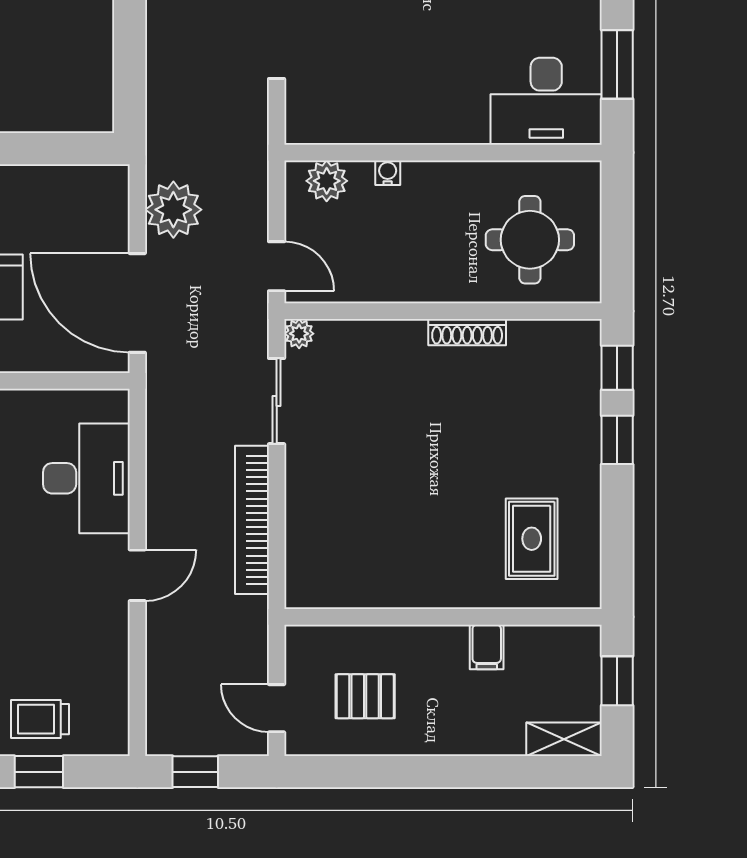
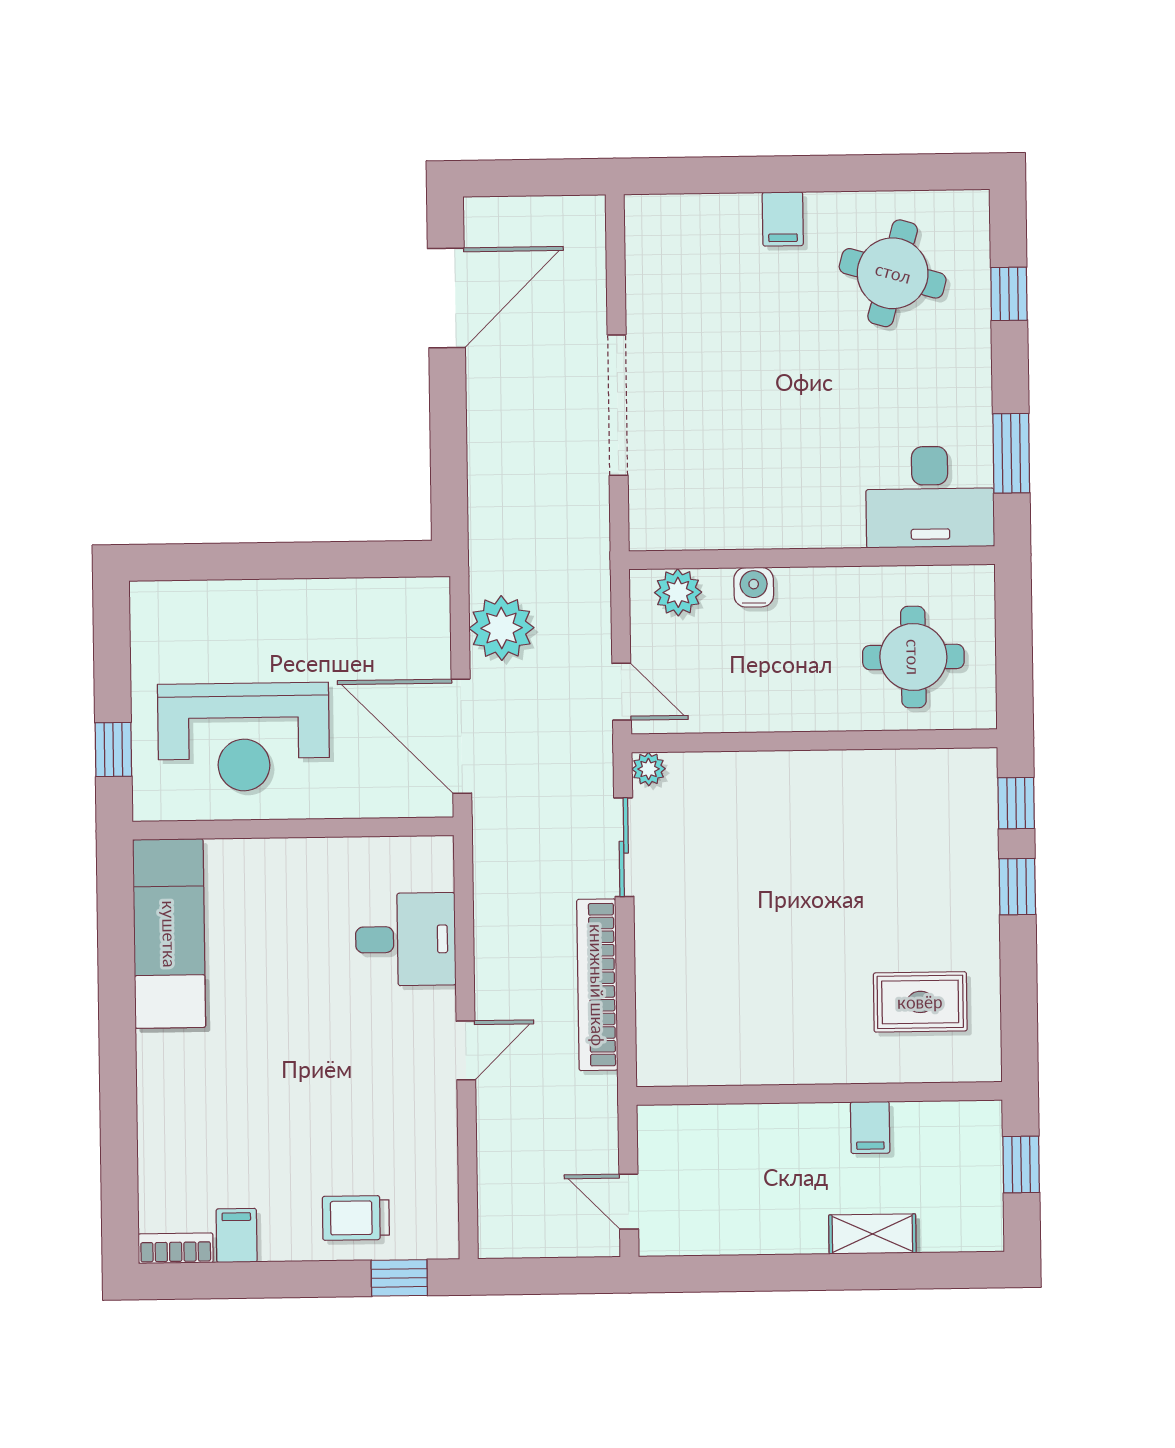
water cooler: (388, 173) -> (754, 587), width x1.38, depth x1.38
shoe rack: (467, 332) -> (842, 765), removed
desk: (86, 478) -> (406, 939), width x0.73
rug: (532, 539) -> (920, 1002), turned 90
pallet: (365, 696) -> (731, 1186), removed
shelving: (564, 739) -> (872, 1234), moved
window: (39, 772) -> (399, 1278), moved
window: (195, 772) -> (536, 1276), removed

